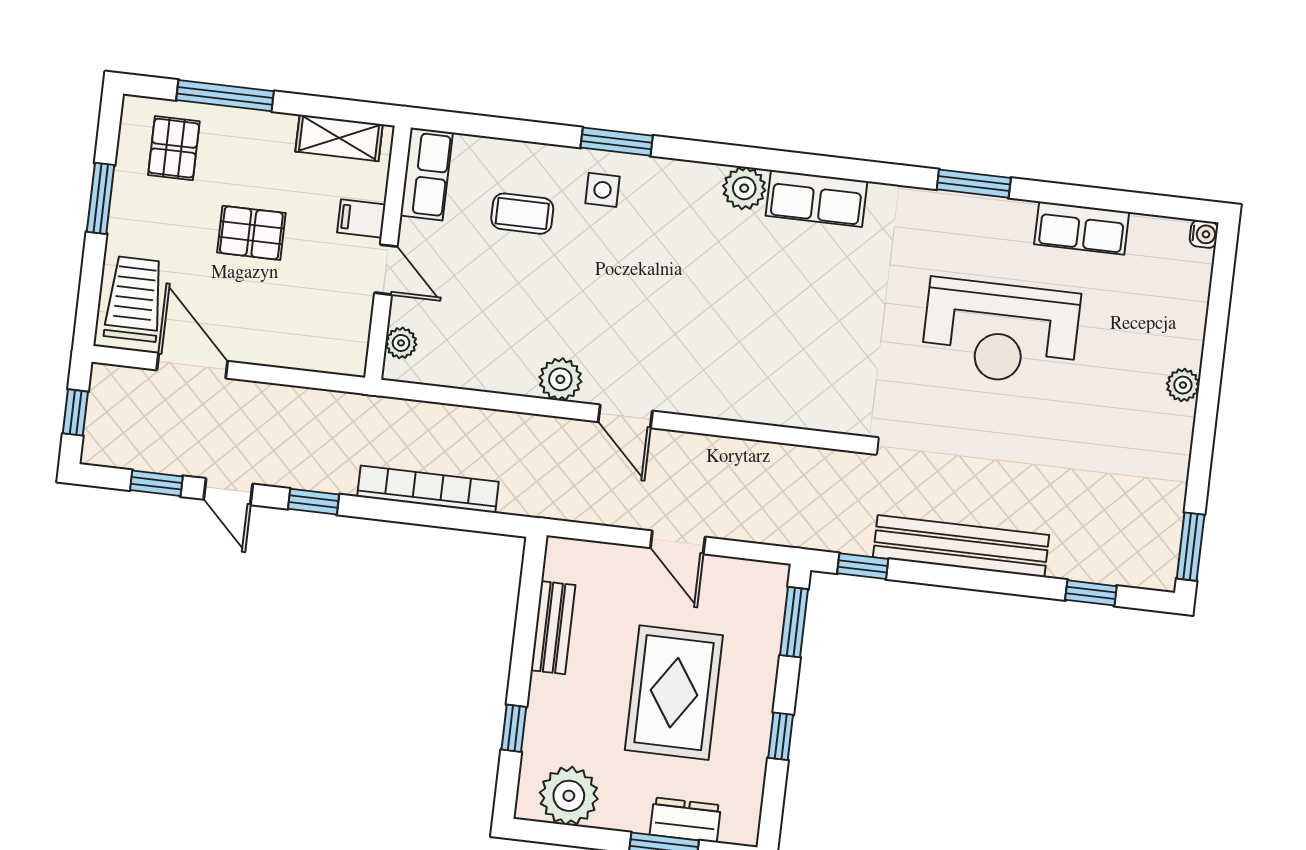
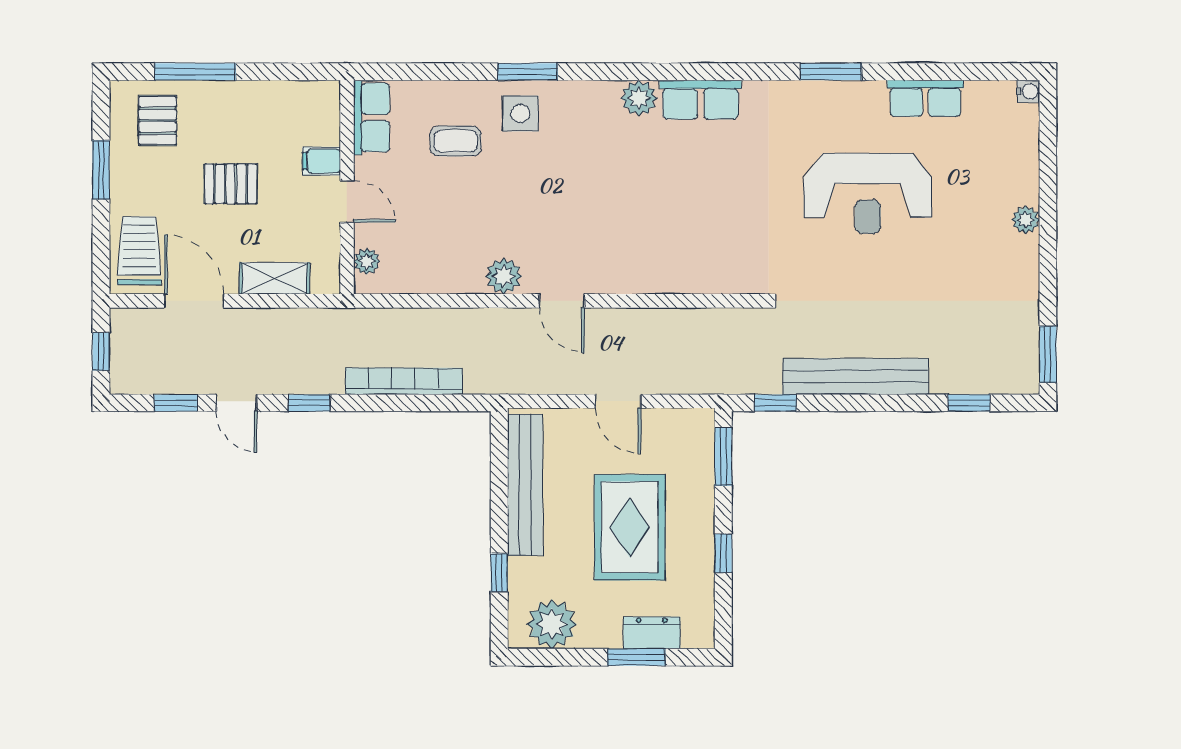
shelving: (339, 138) -> (275, 278), moved
side table: (602, 190) -> (520, 113), width x1.37, depth x1.37
bench: (553, 628) -> (525, 485), width x1.86, depth x1.21

